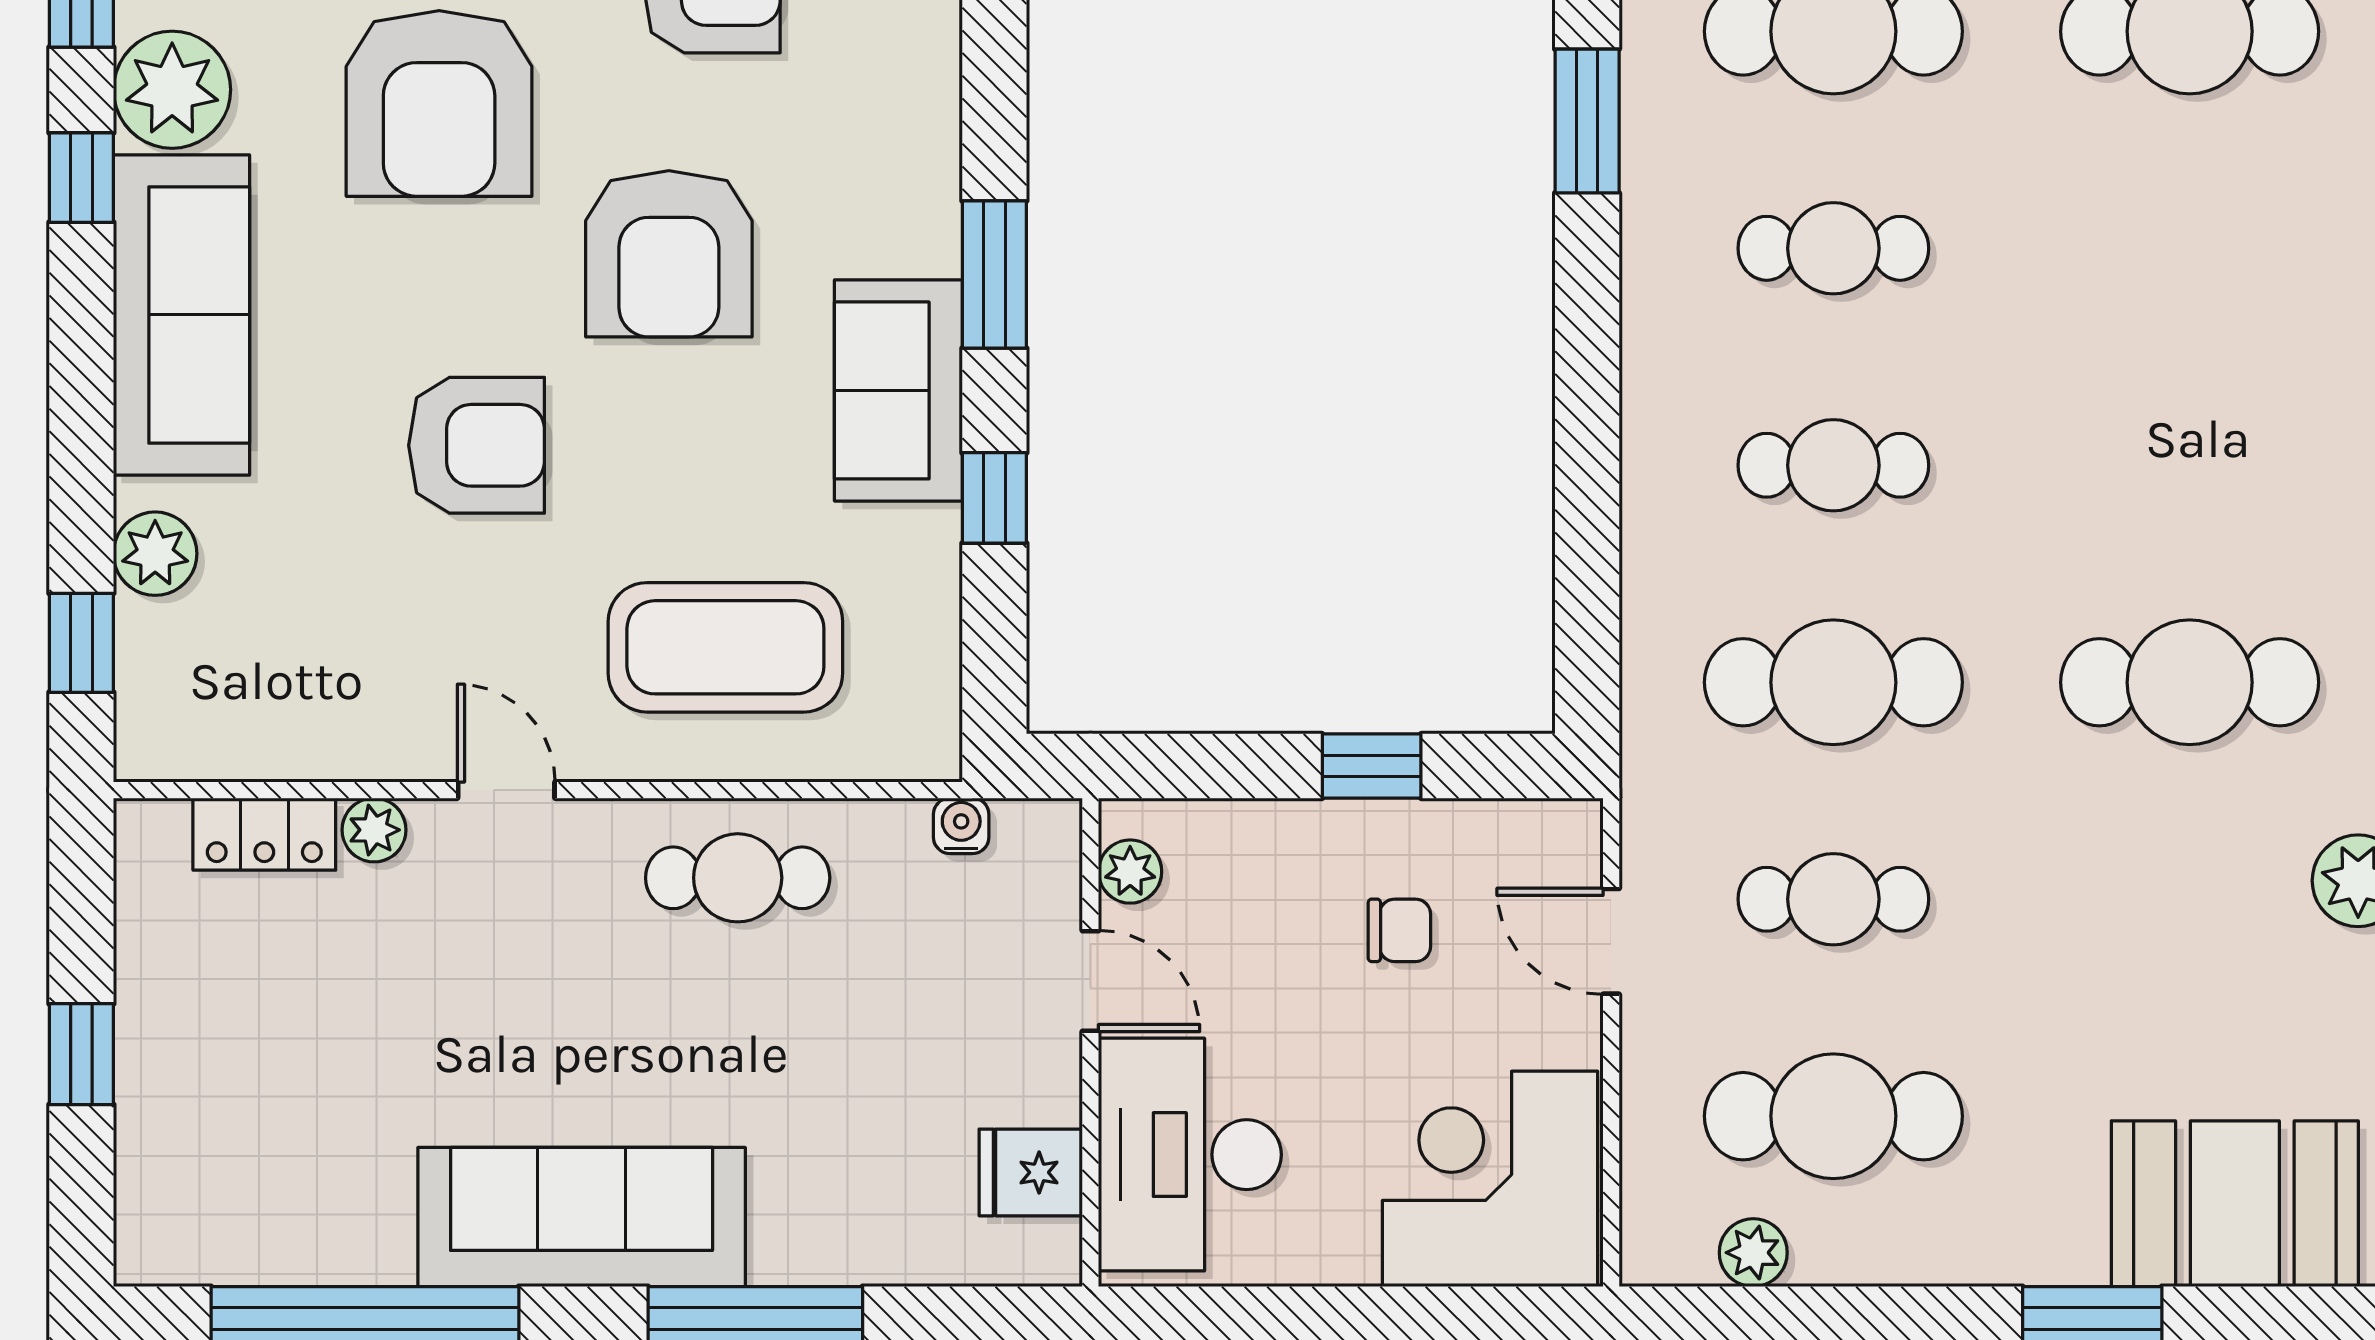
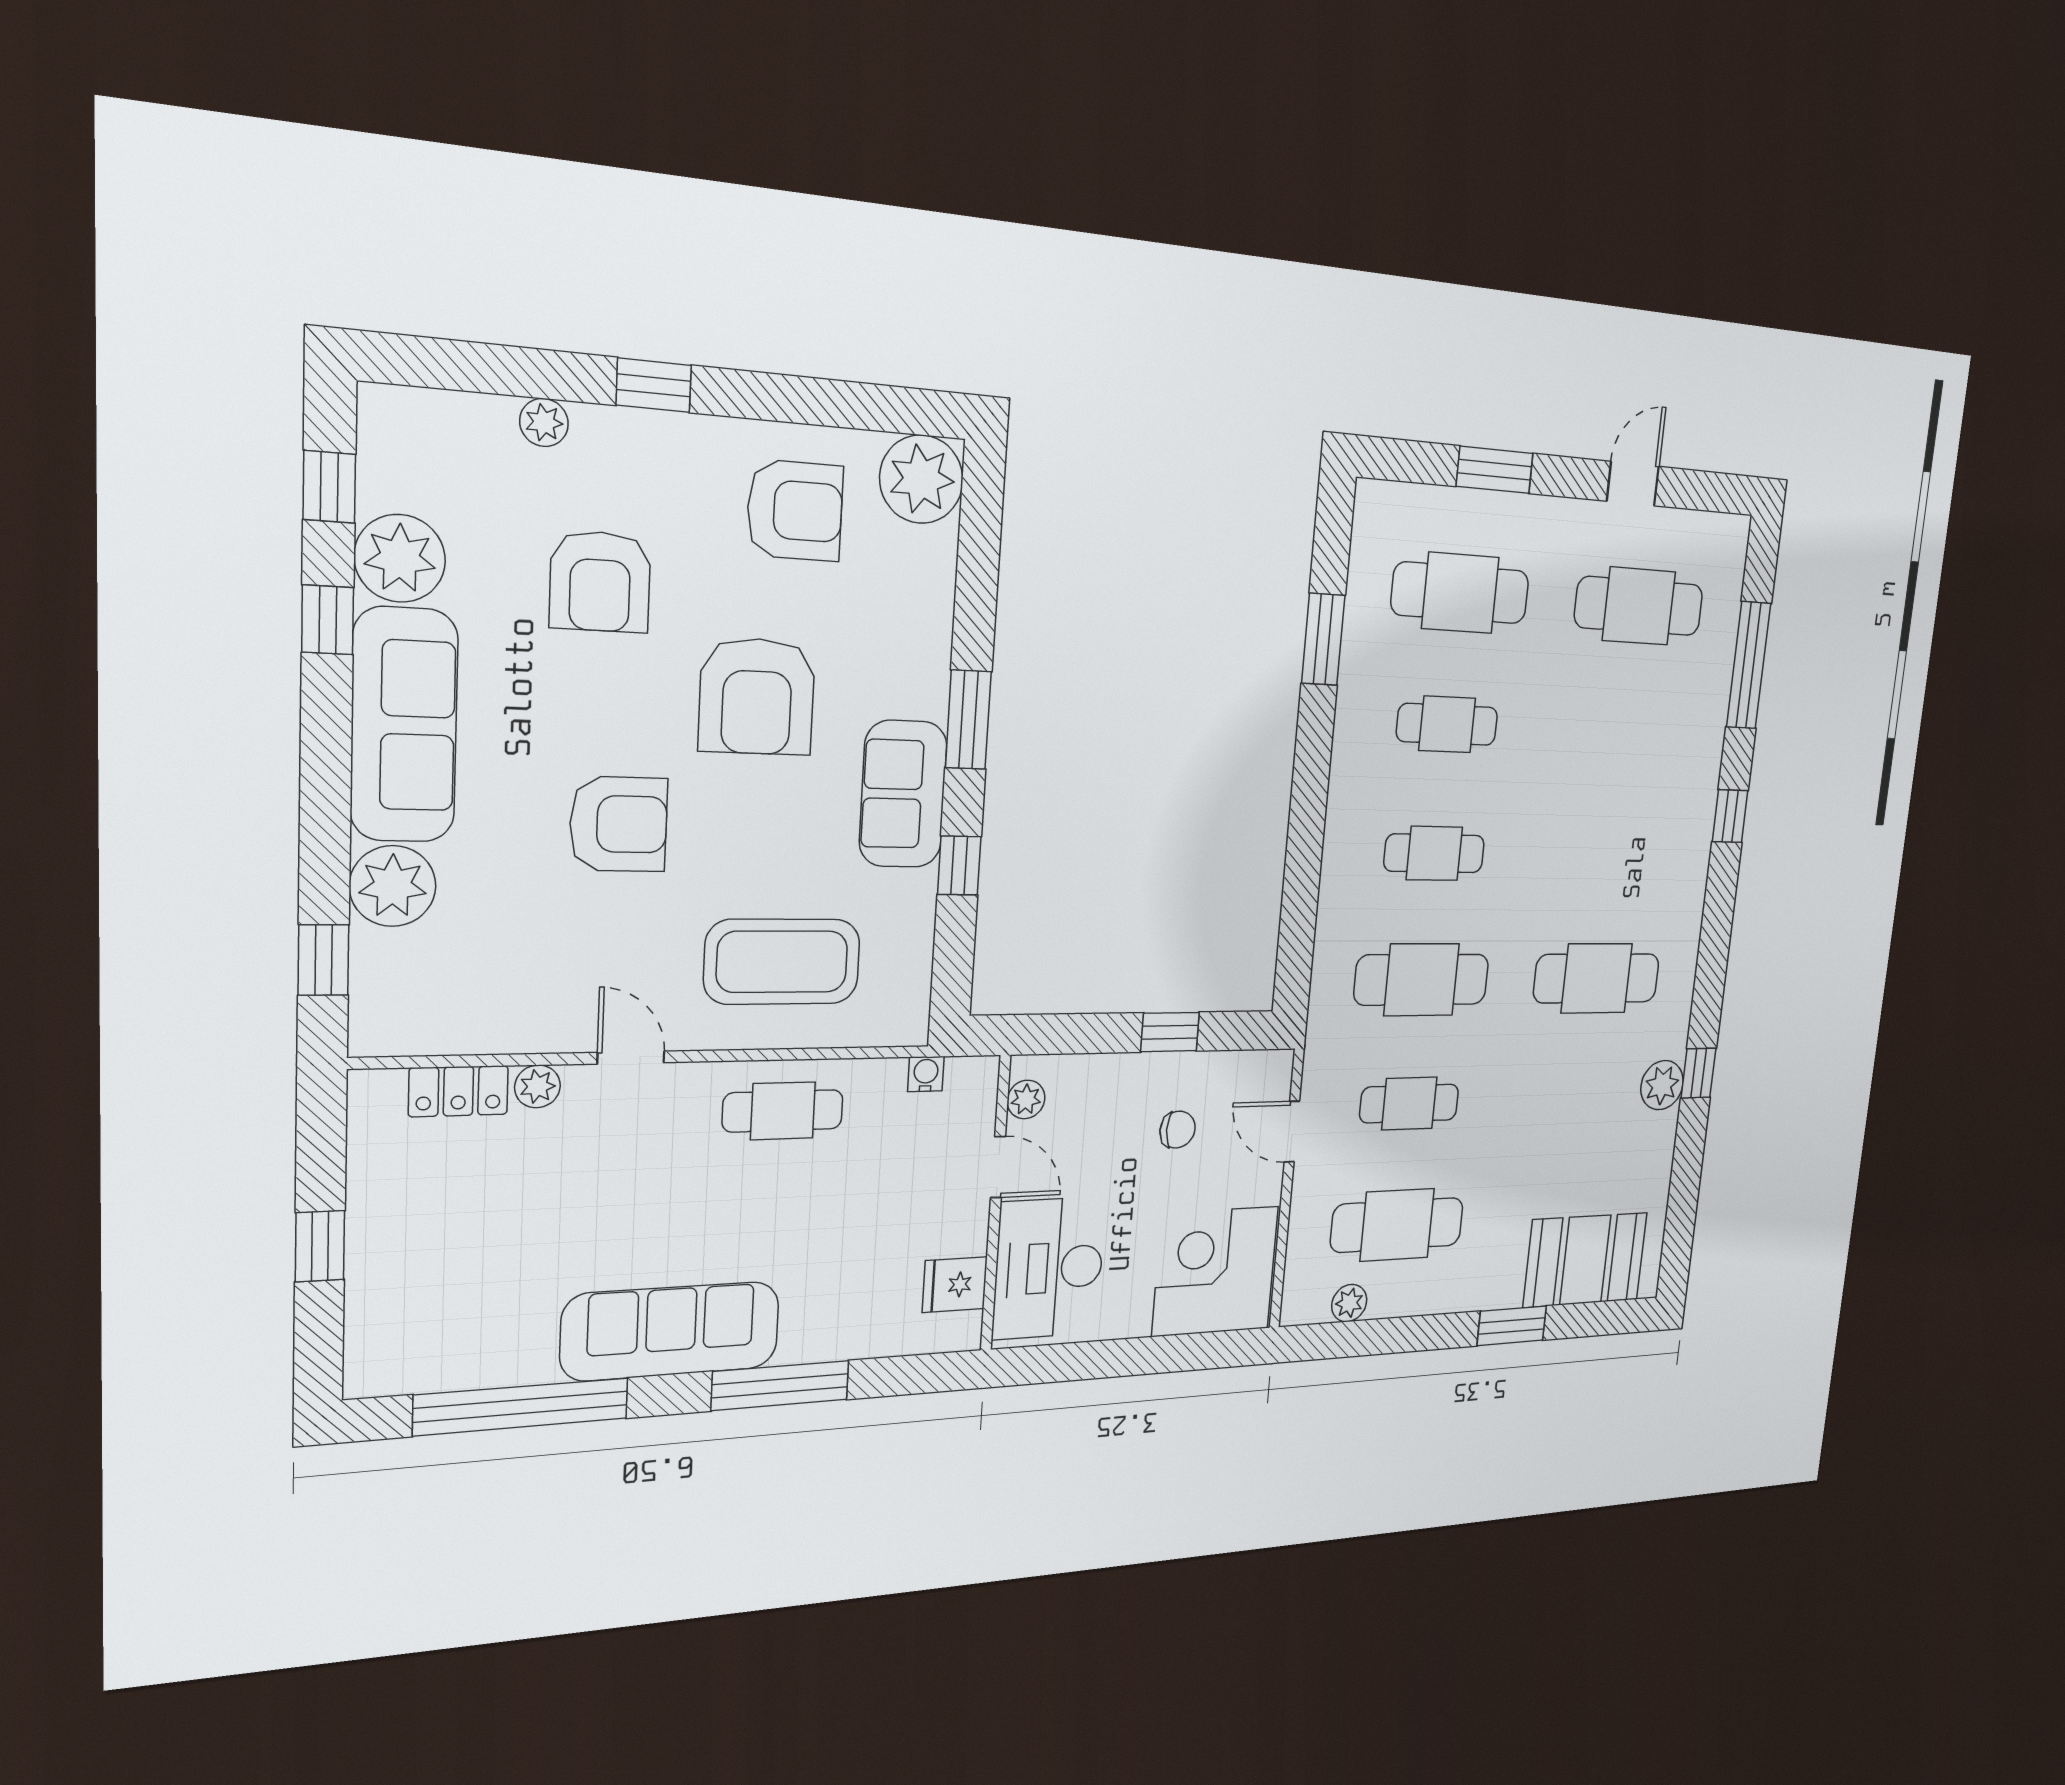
armchair: (439, 103) -> (600, 582), width x0.73, depth x0.73
plant: (155, 554) -> (393, 886), width x1.36, depth x1.36

